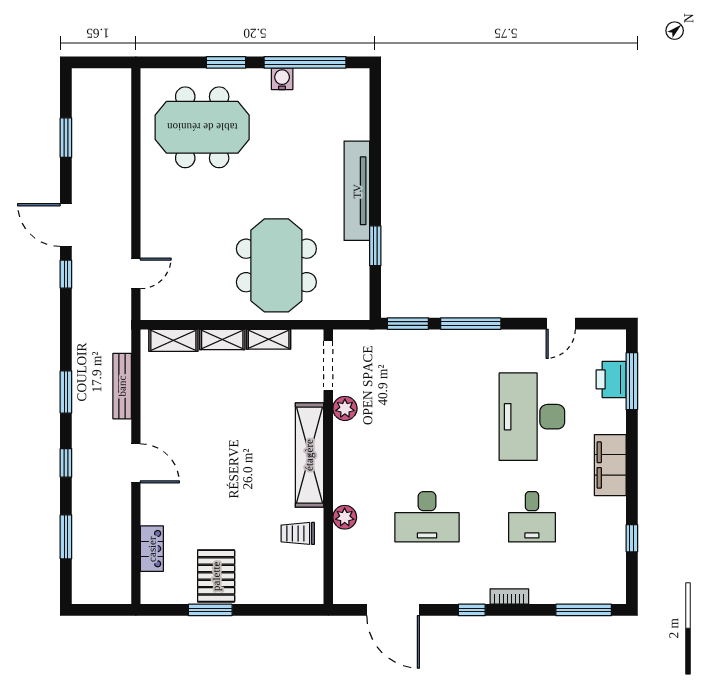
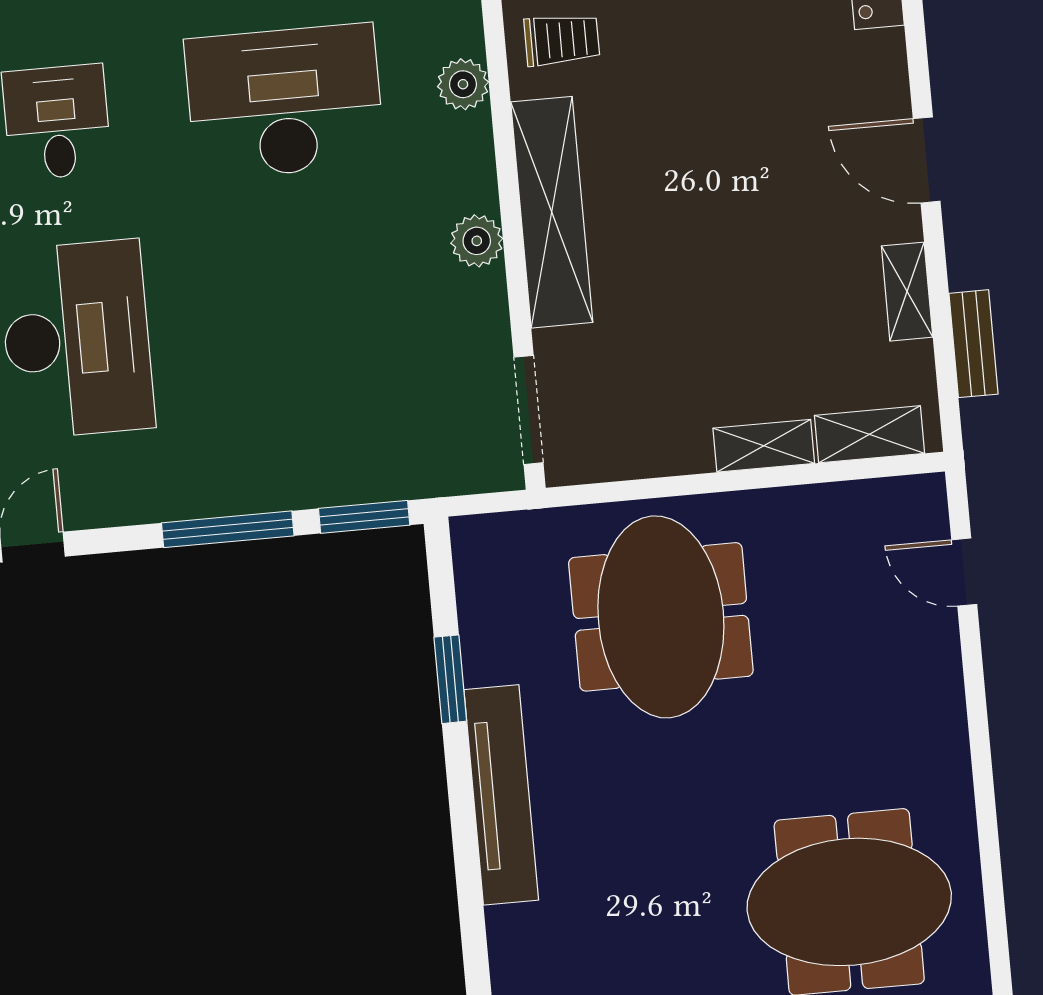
door: (136, 273) -> (964, 572), hinge flipped
shelving: (269, 339) -> (907, 292), moved, turned 90
bench: (122, 386) -> (974, 344), width x0.73
plant: (345, 408) -> (477, 241), moved
desk: (427, 517) -> (285, 102), width x1.36, depth x1.30

